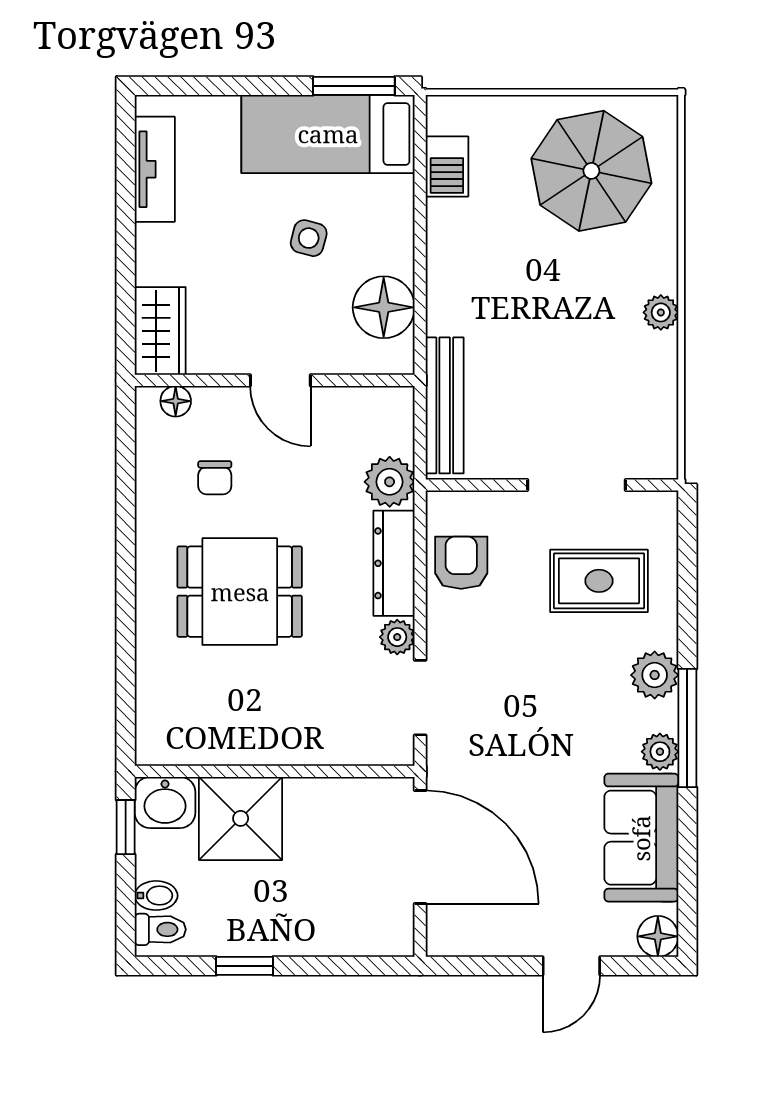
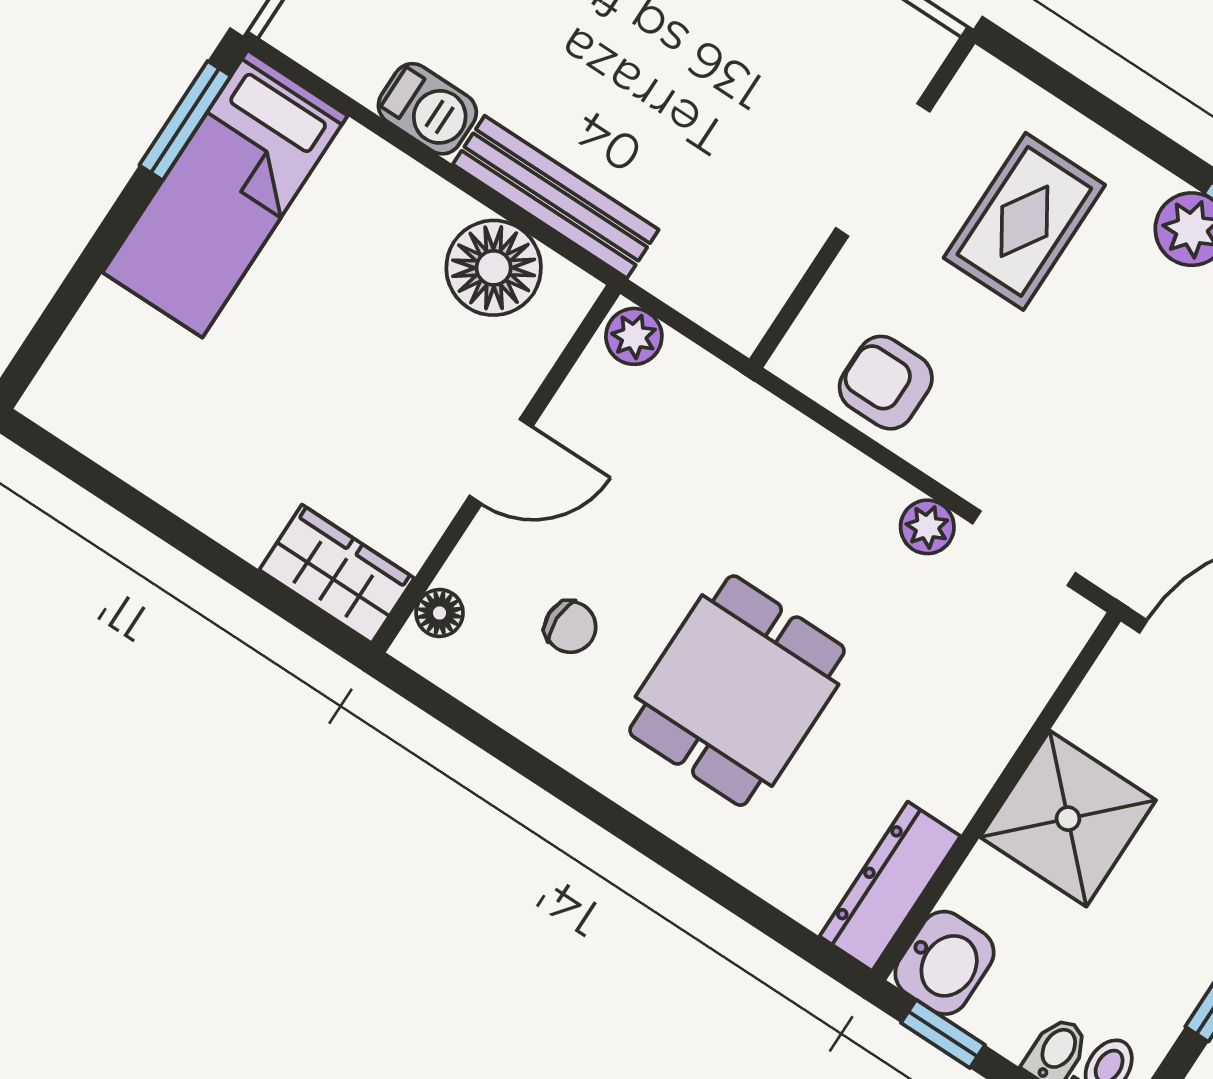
barbecue: (447, 167) -> (427, 109), moved
tv unit: (155, 169) -> (125, 445), removed
side table: (309, 238) -> (342, 306), removed
bench: (445, 405) -> (556, 197), moved
plant: (390, 482) -> (634, 336), moved, width x0.73, depth x0.73
dresser: (394, 563) -> (890, 886), moved, turned 90
shower: (241, 818) -> (1068, 819), moved

